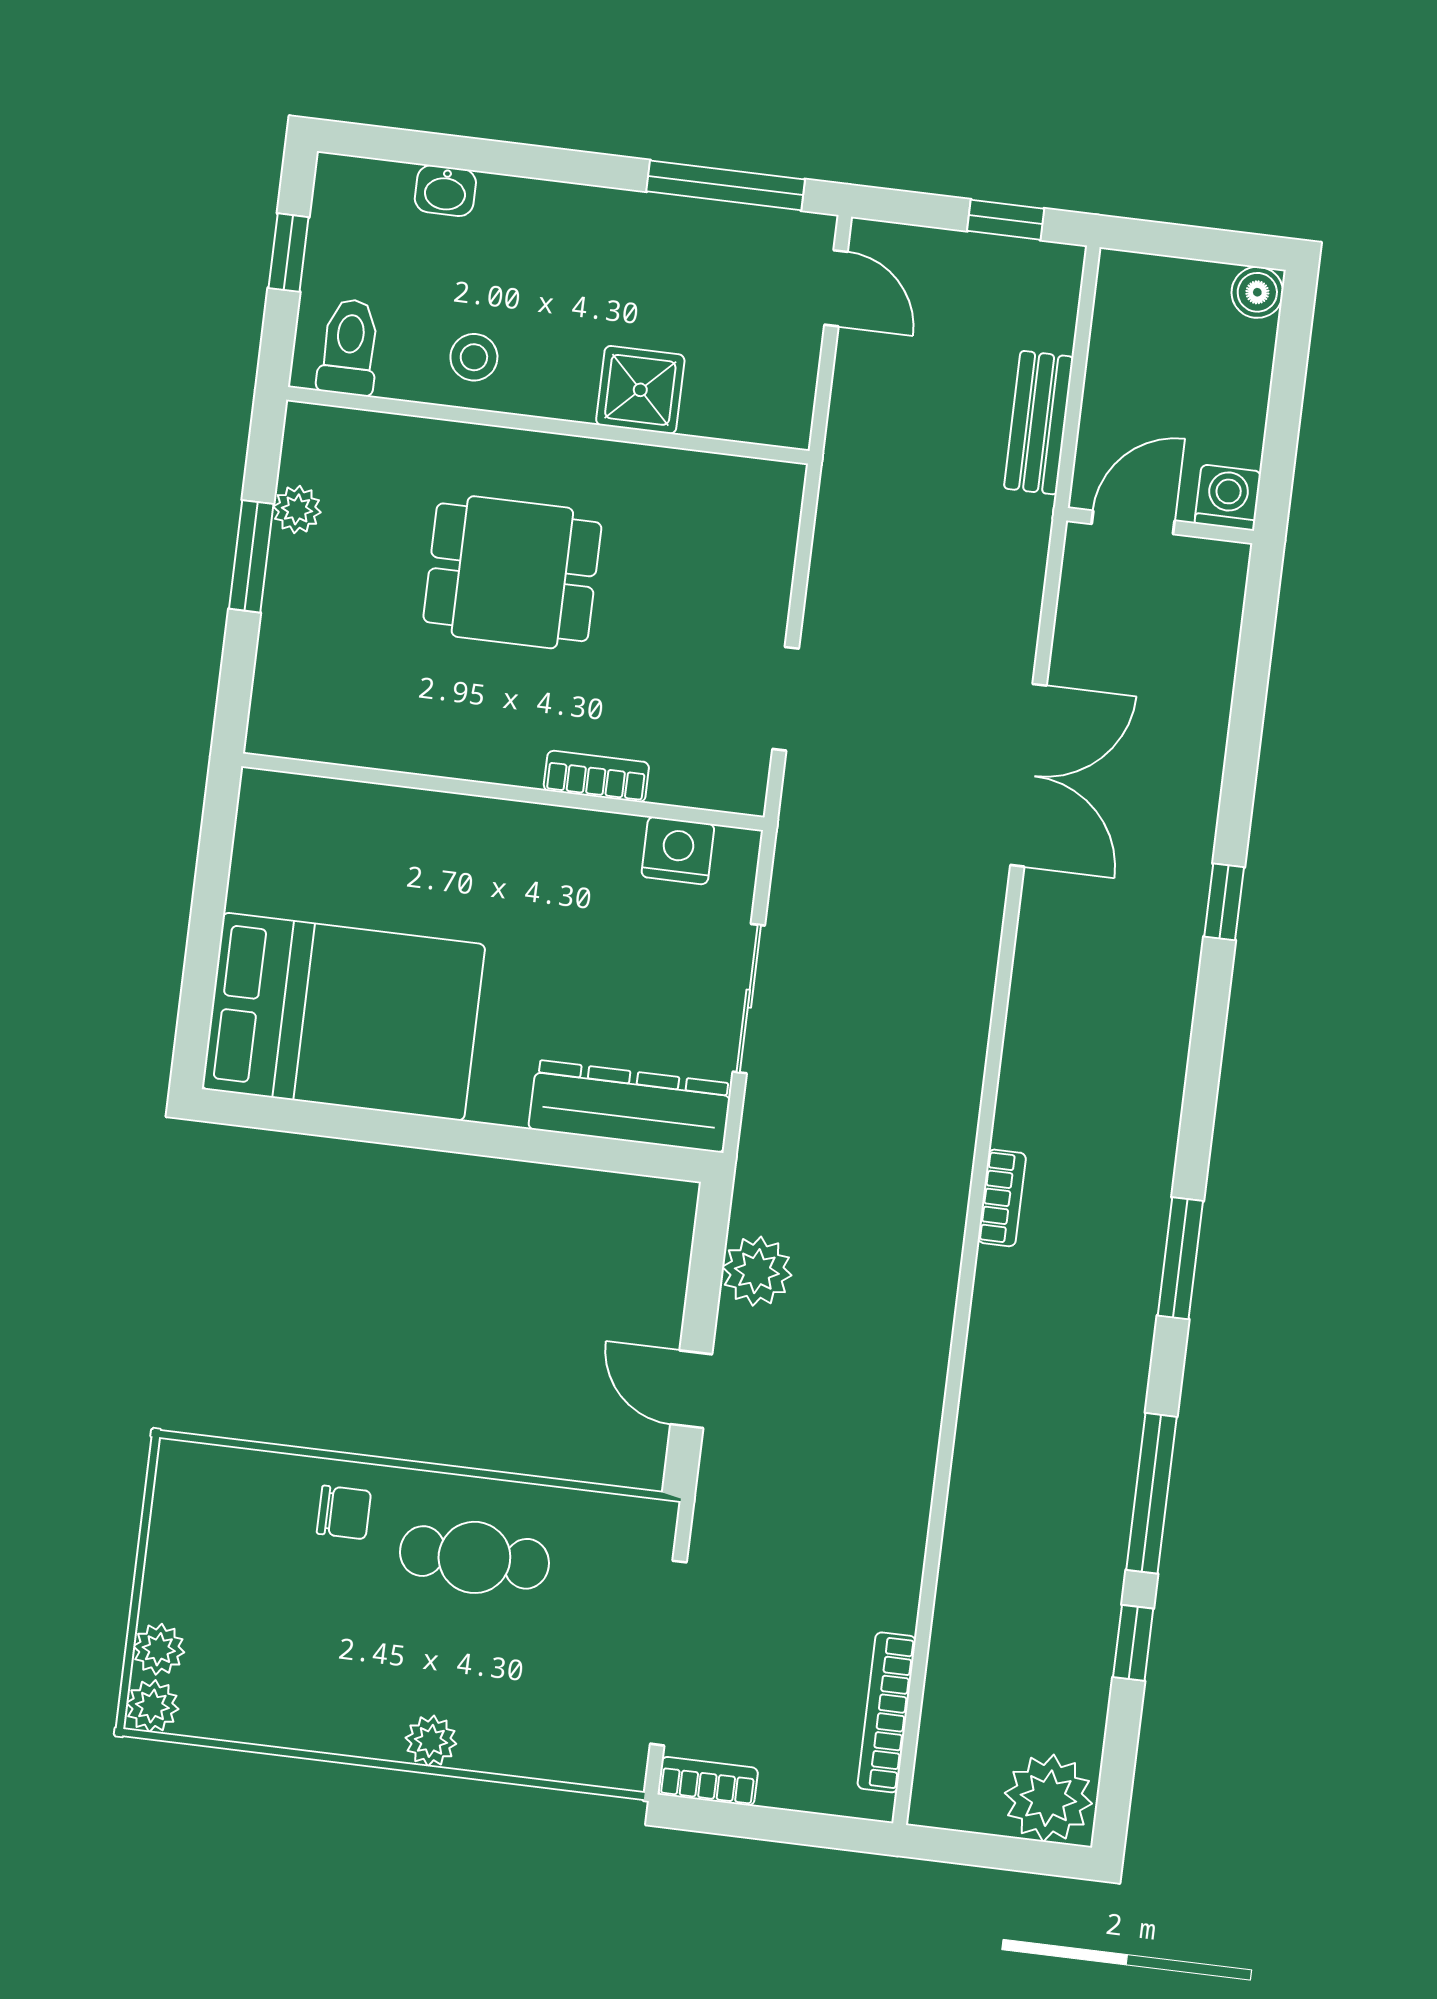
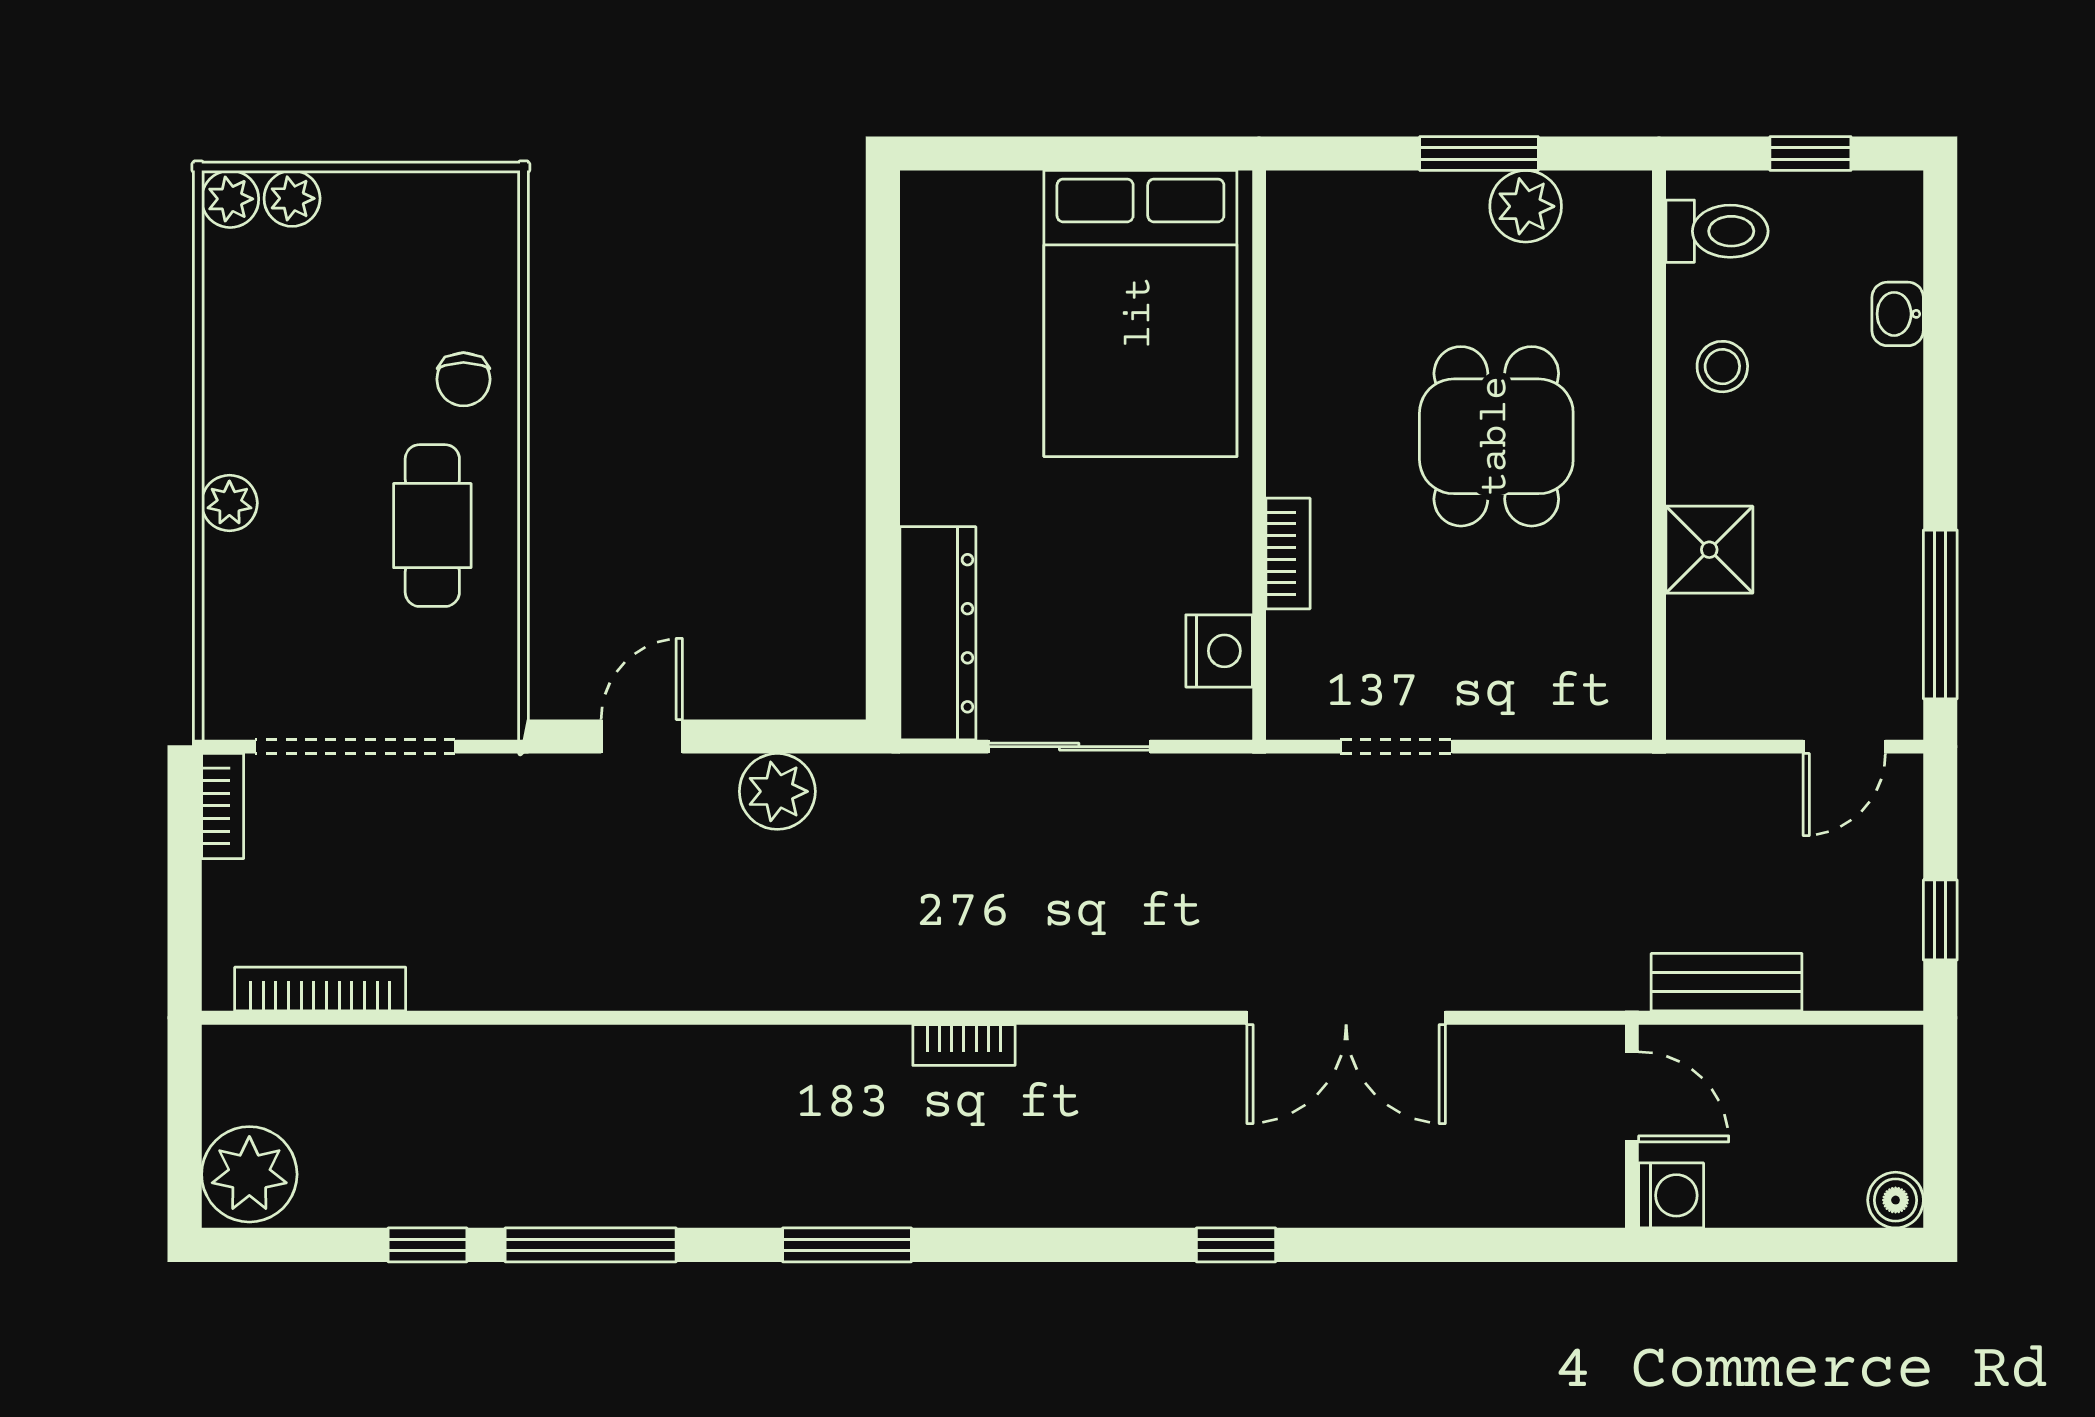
plant: (297, 509) -> (1526, 206), width x1.38, depth x1.38
bed: (344, 1017) -> (1140, 313), moved
bookcase: (1002, 1198) -> (964, 1045), moved

